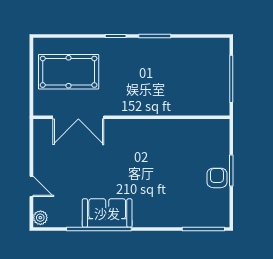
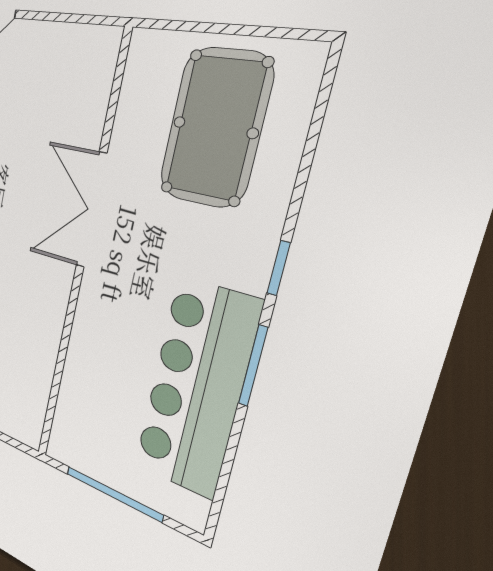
bar counter: (171, 55) -> (196, 387), added
double door: (78, 117) -> (91, 210), moved

